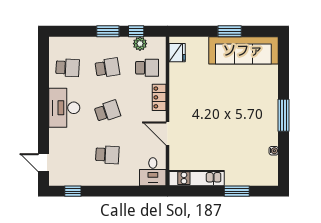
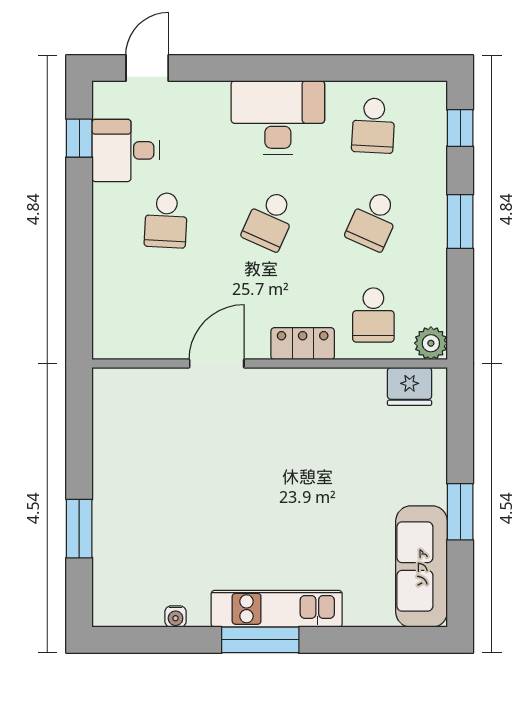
window: (136, 31) -> (460, 128), moved
plant: (140, 44) -> (431, 343), moved
sofa: (243, 50) -> (422, 567), width x0.74, depth x0.79
school desk: (107, 68) -> (373, 220), turned 33
school desk: (107, 111) -> (270, 220), turned 42
desk: (153, 172) -> (126, 150), moved
kitchen unit: (197, 178) -> (277, 609), moved, turned -90

